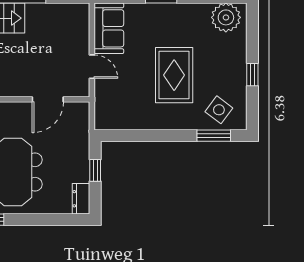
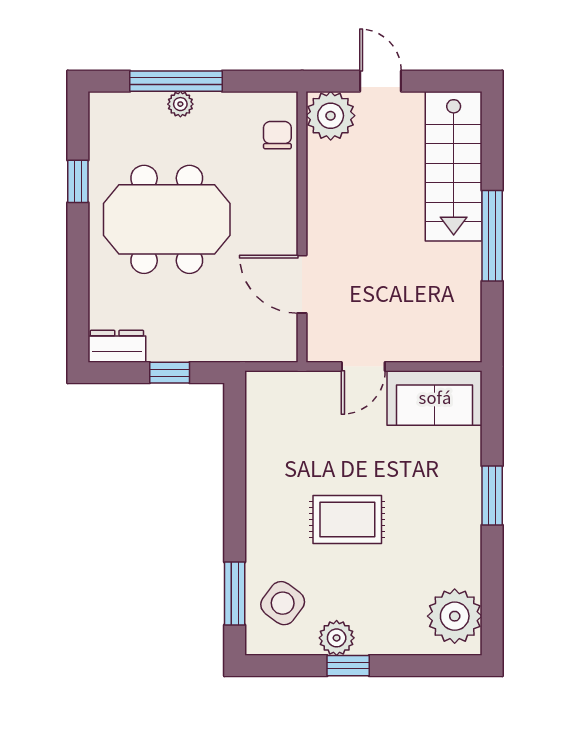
rug: (174, 75) -> (347, 520), width x0.73, depth x0.70
plant: (238, 81) -> (337, 638), added

